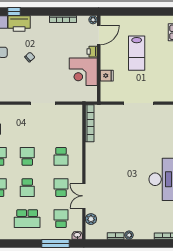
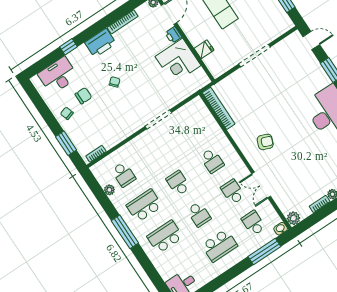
printer: (19, 24) -> (100, 43), moved
armchair: (106, 168) -> (265, 142), added
plant: (91, 219) -> (293, 218), moved

